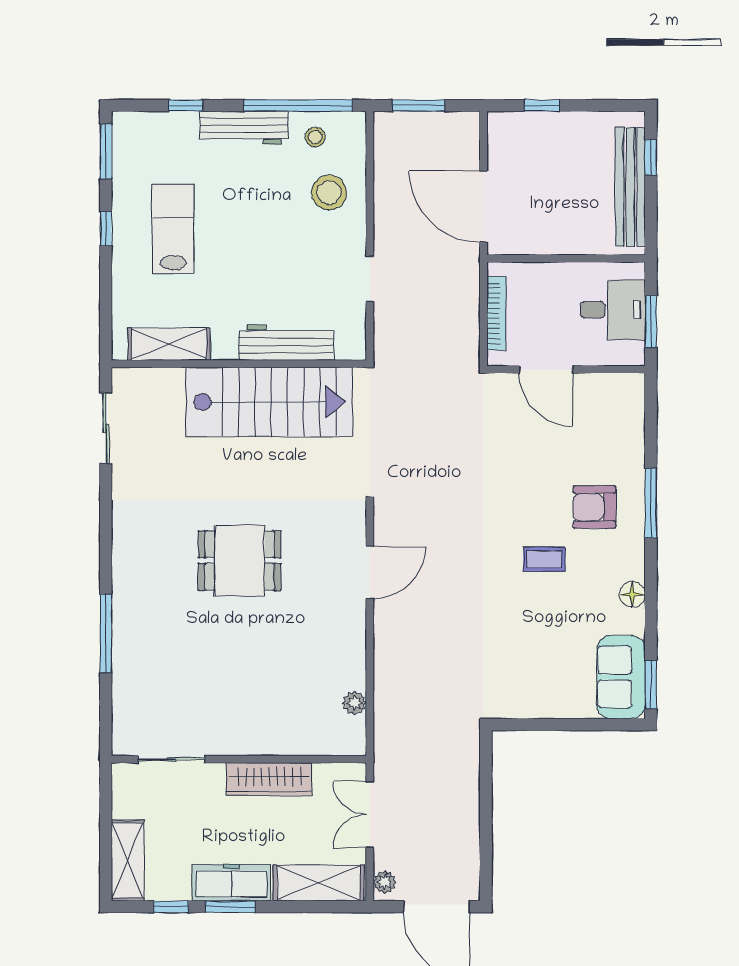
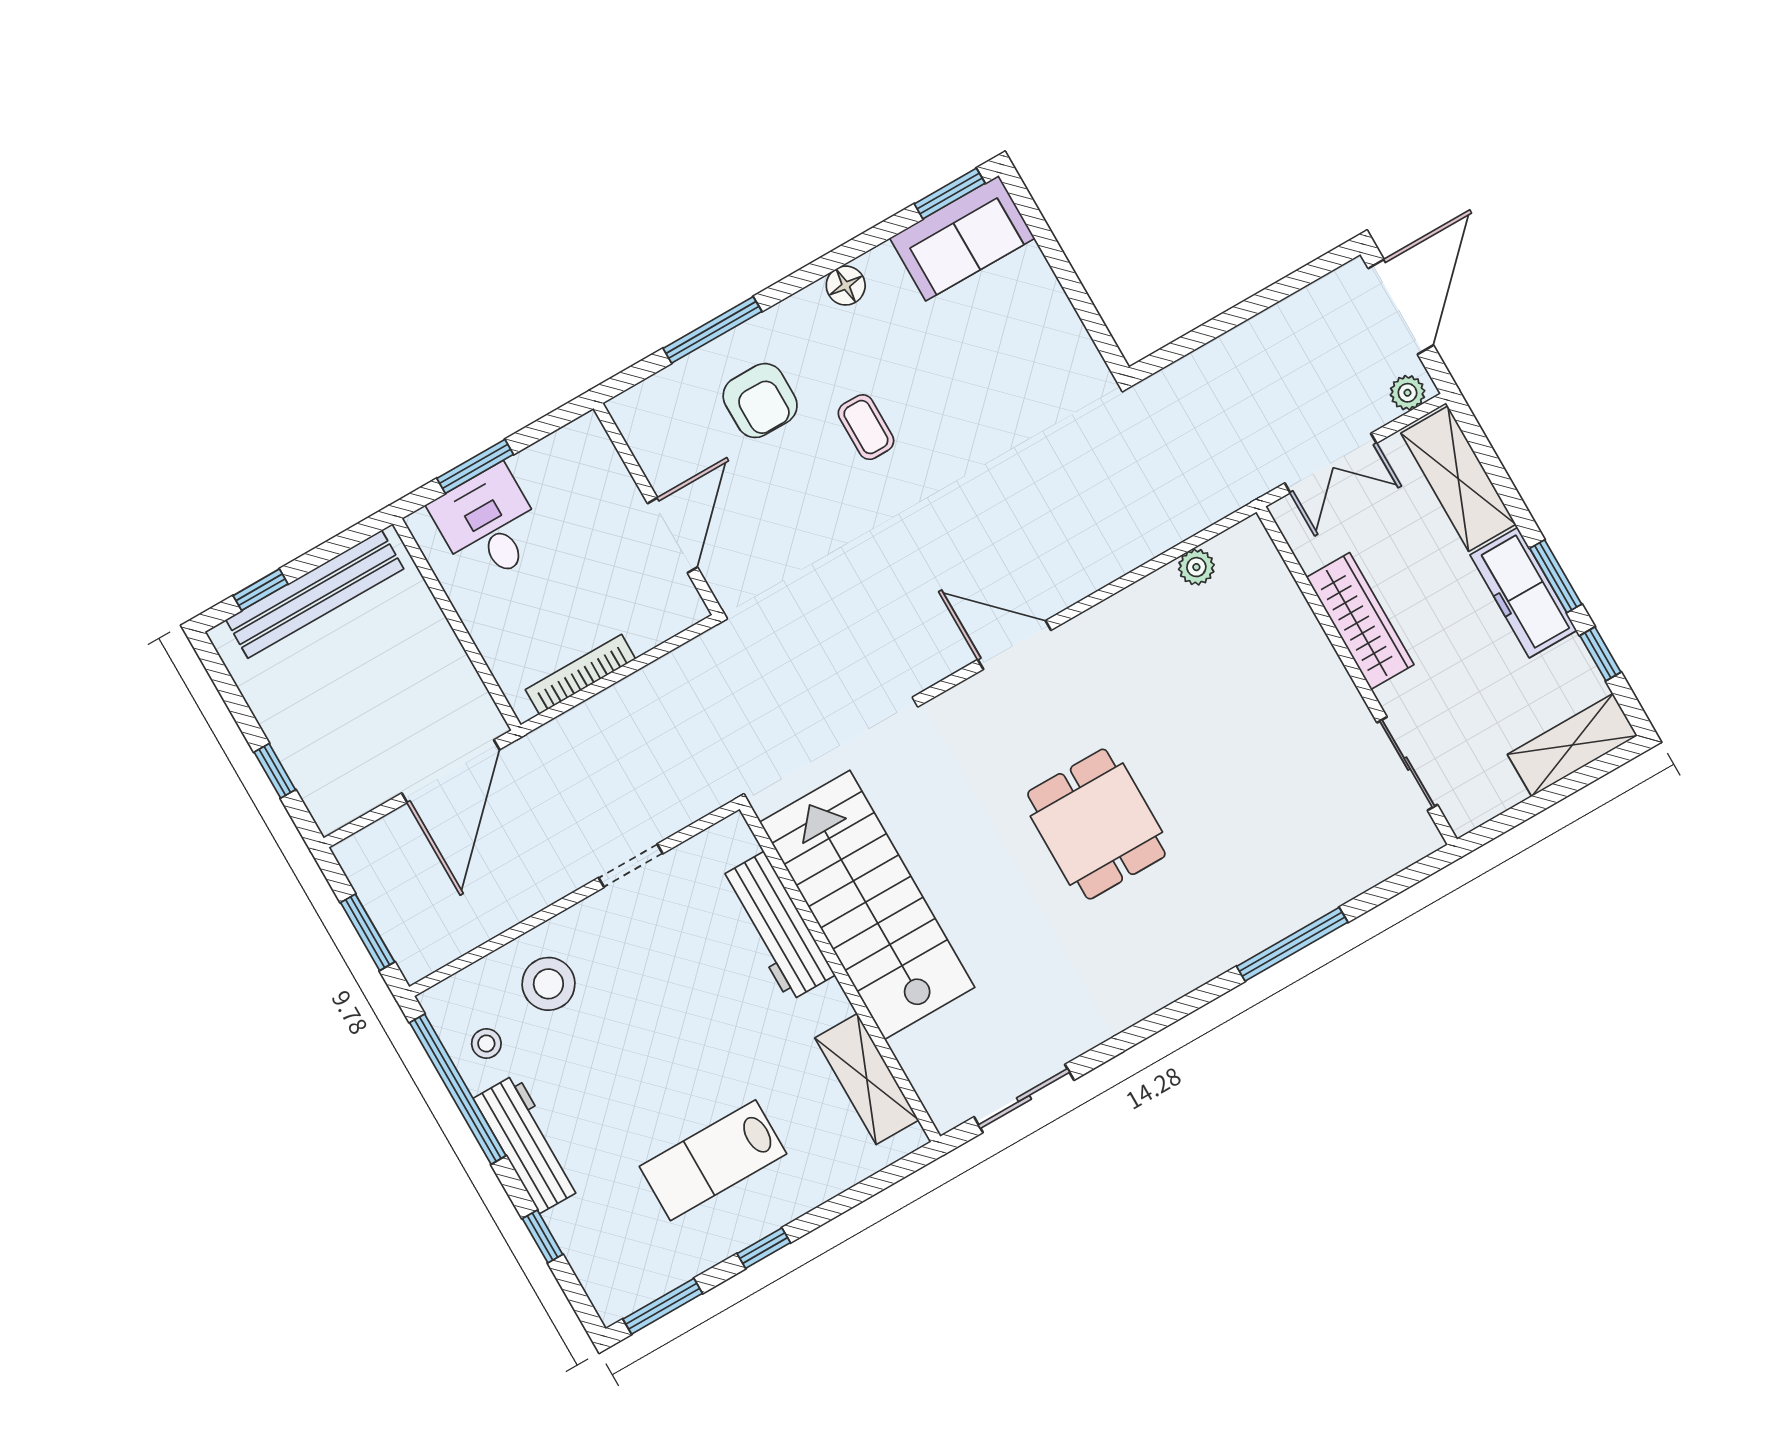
door: (546, 370) -> (673, 535), moved
wall: (566, 370) -> (657, 509), moved

